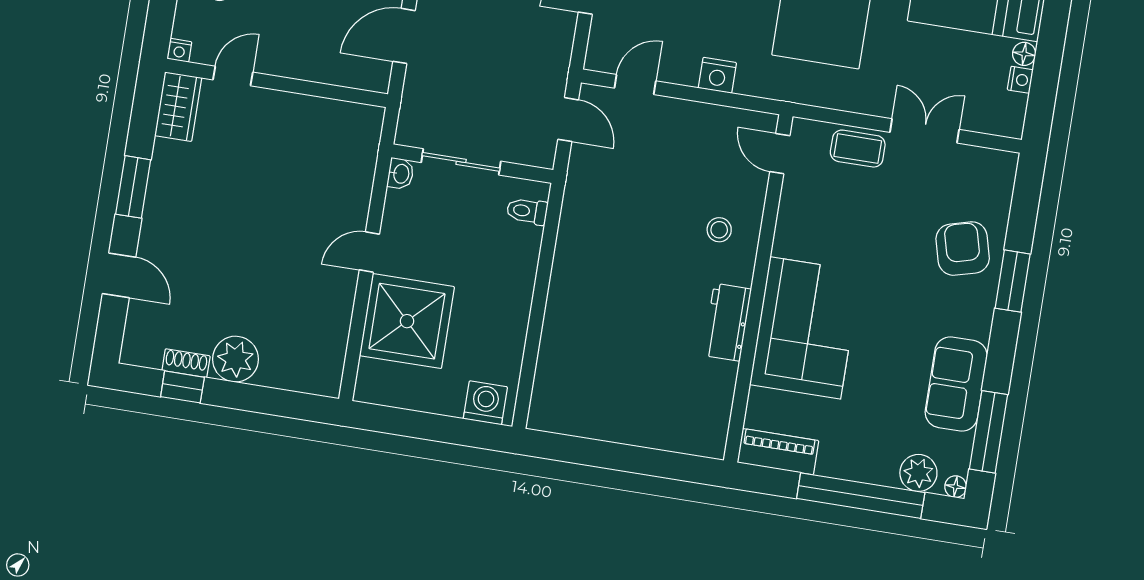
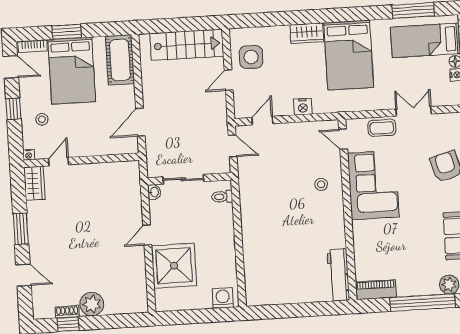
workbench: (727, 322) -> (338, 275), moved, width x1.37
corner sofa: (805, 328) -> (373, 185), moved

